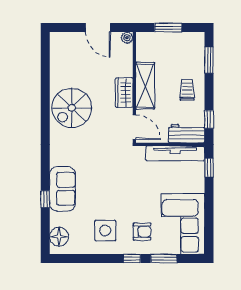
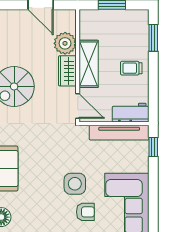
plant: (127, 38) -> (65, 43), moved, width x1.88, depth x1.88
trolley: (187, 90) -> (131, 68), turned -90
window: (209, 119) -> (153, 98), removed
side table: (105, 231) -> (75, 184), moved

